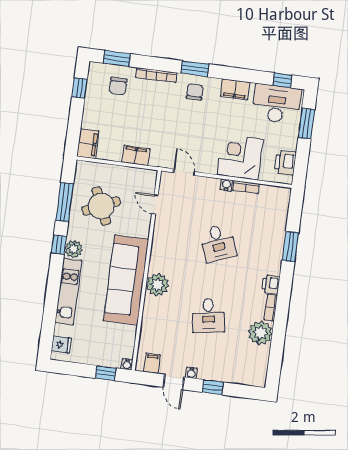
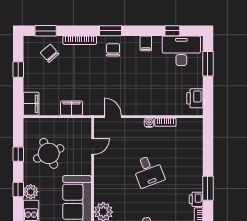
window: (282, 80) -> (172, 31), moved
chair: (118, 86) -> (50, 53), turned 139
window: (79, 88) -> (18, 69), moved
filing cabinet: (235, 89) -> (146, 43), width x0.50
corner desk: (240, 157) -> (157, 98), removed
window: (64, 202) -> (18, 154), width x0.46
door: (155, 204) -> (93, 146), swing flipped
window: (290, 247) -> (208, 188), moved

